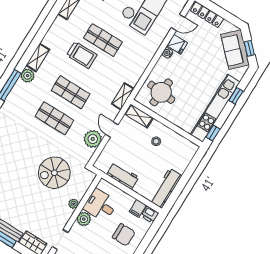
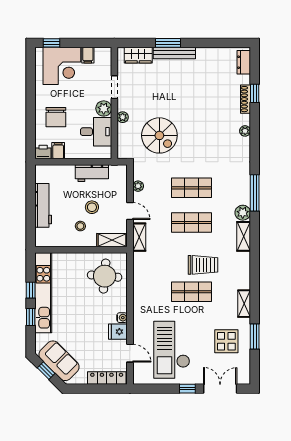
door: (178, 22) -> (130, 353), swing flipped
trolley: (82, 55) -> (203, 265), turned 180
shelving: (123, 96) -> (139, 237), moved
window: (213, 133) -> (31, 290), moved
plant: (93, 139) -> (138, 186), width x0.53, depth x0.53
stool: (139, 150) -> (92, 207), added
spiral stairs: (54, 173) -> (159, 135), turned 90
workbench: (166, 188) -> (43, 205), moved
chair: (124, 235) -> (56, 117), turned -90
doorway: (60, 240) -> (114, 87), moved

